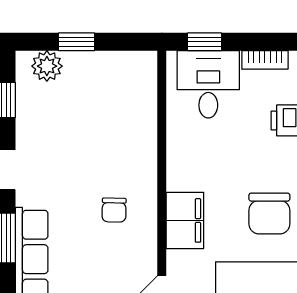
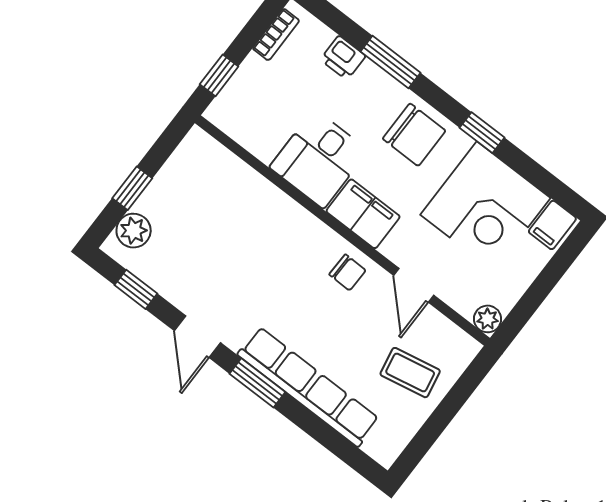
desk: (208, 84) -> (319, 159), moved, turned -90
chair: (114, 210) -> (347, 272), moved

